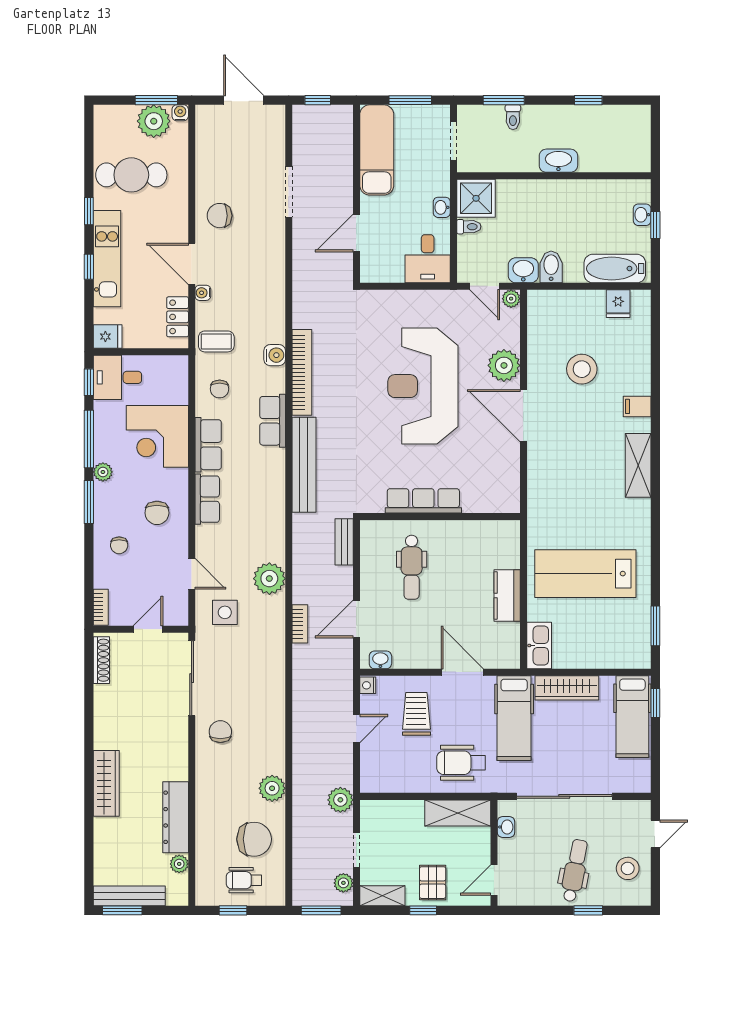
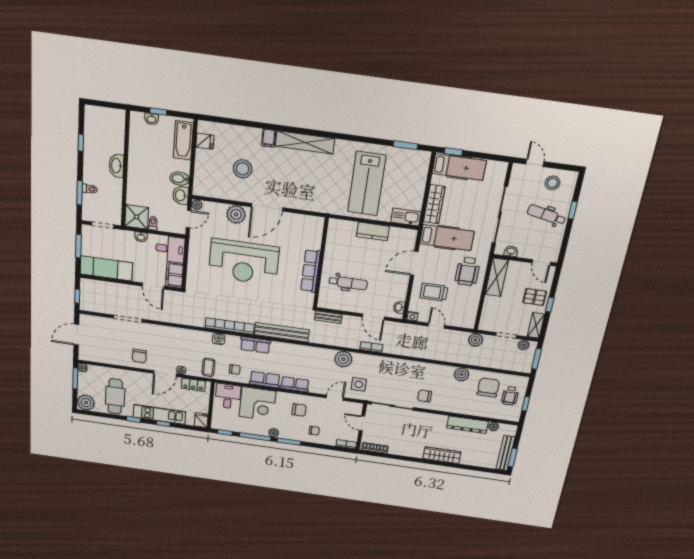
plant: (154, 121) -> (86, 402), moved
filing cabinet: (382, 269) -> (174, 275), added
desk: (117, 377) -> (228, 396), moved, turned 180
shelving: (638, 465) -> (305, 142), width x1.47

